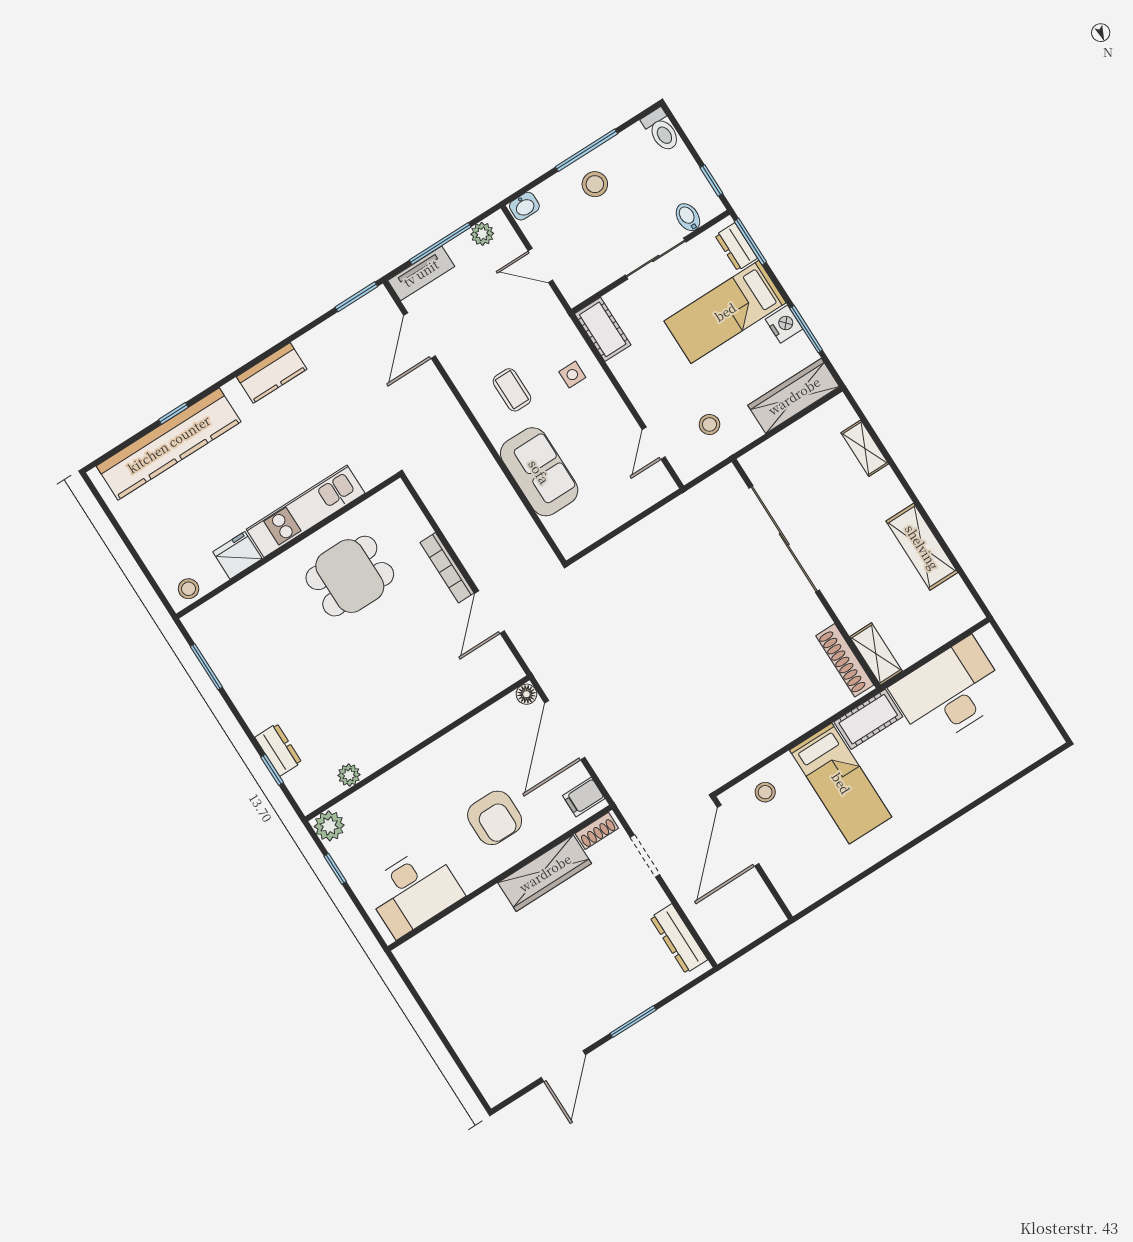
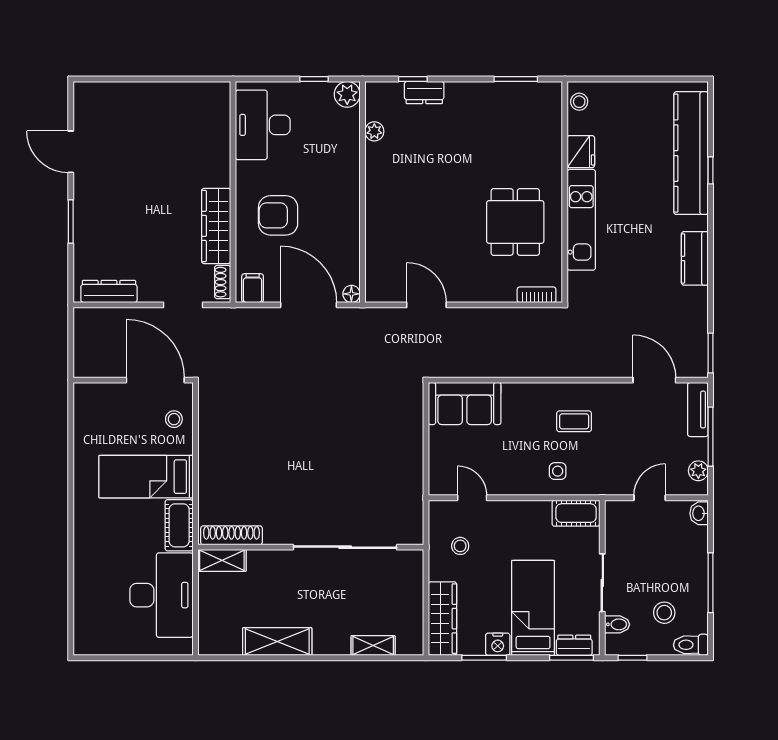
stool: (595, 184) -> (664, 613), moved
sofa: (539, 472) -> (465, 404), moved
bookcase: (447, 568) -> (537, 295), moved, width x0.64

